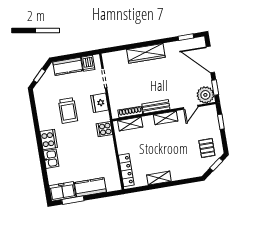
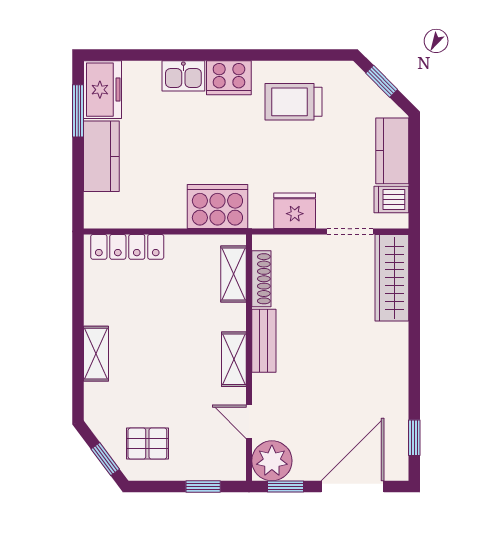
wardrobe: (146, 53) -> (392, 278), moved
trolley: (68, 110) -> (294, 102), moved
cooker: (104, 129) -> (217, 207), width x1.87, depth x1.31
shelving: (159, 178) -> (96, 354), moved

